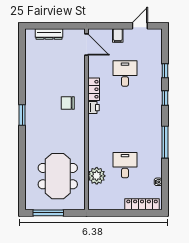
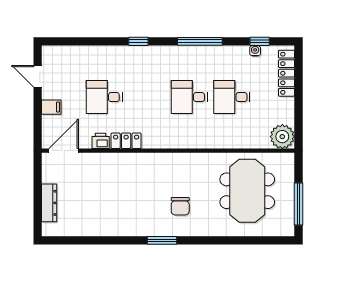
window: (165, 71) -> (260, 41), moved
chair: (68, 103) -> (180, 206), moved
printer: (93, 108) -> (101, 141), moved
desk: (125, 135) -> (189, 97), added
meeting table: (58, 176) -> (247, 191), turned 90
plant: (97, 176) -> (282, 137), moved

